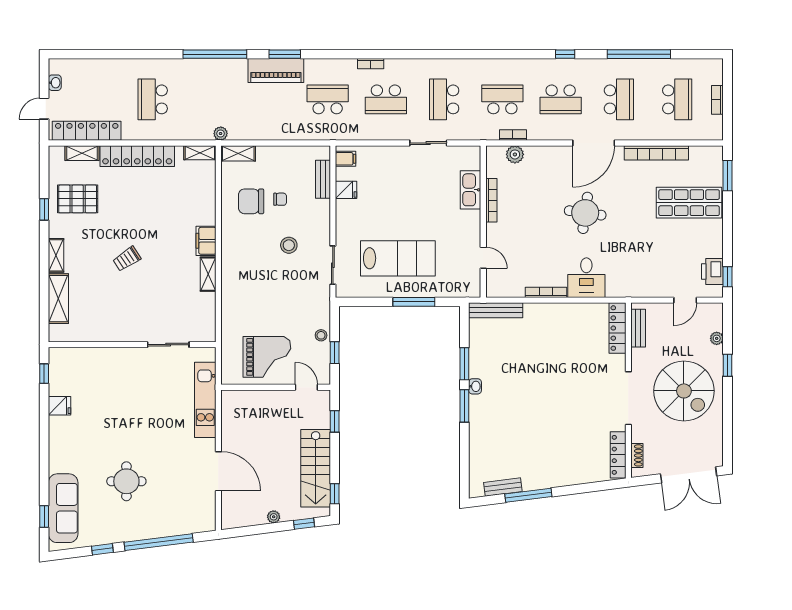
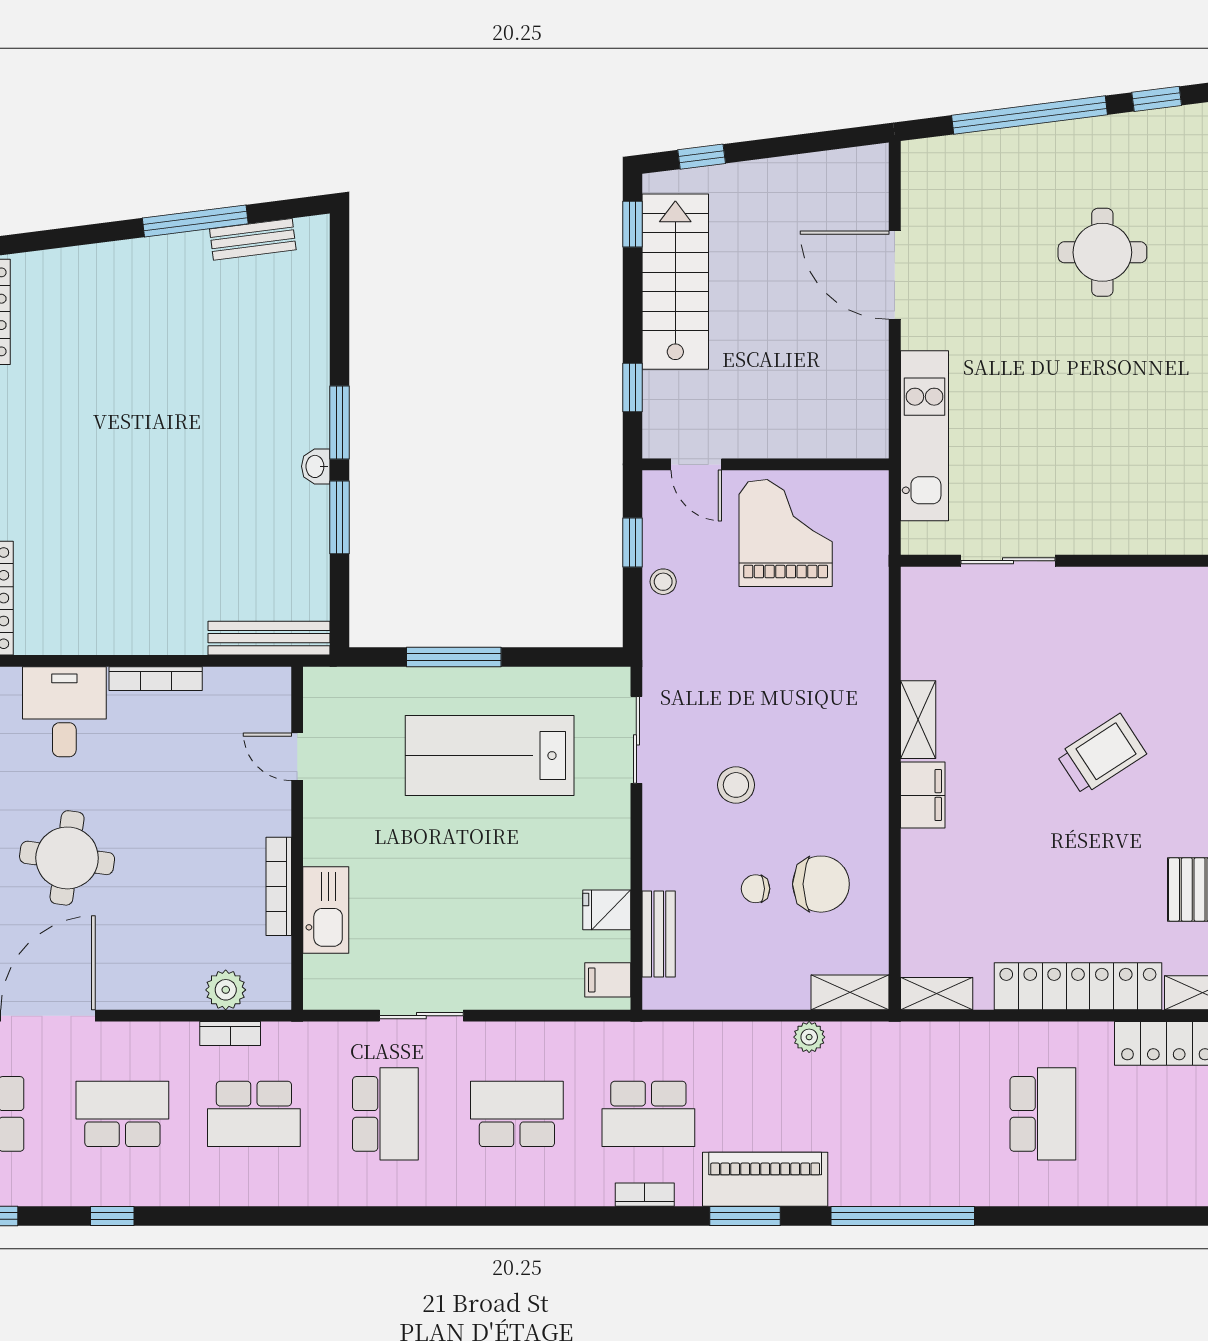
bookcase: (371, 64) -> (645, 1195), moved
plant: (221, 134) -> (809, 1037), moved
trolley: (127, 259) -> (1102, 754), width x1.36, depth x1.39
grand piano: (267, 357) -> (786, 533), turned 90
plant: (274, 517) -> (770, 172), removed

